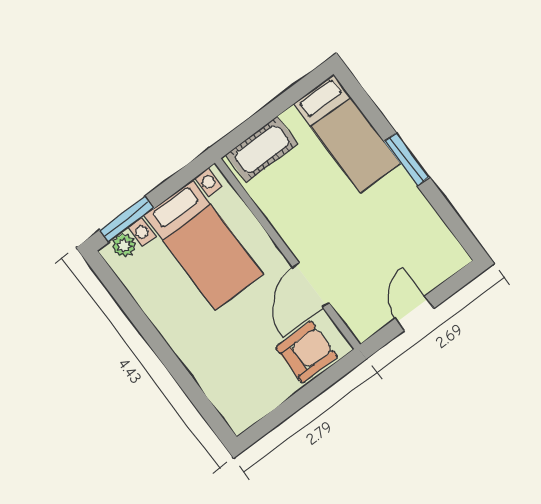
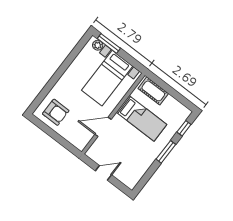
window: (365, 104) -> (184, 128), added
bed: (347, 133) -> (142, 118), moved, turned -90
armchair: (307, 352) -> (56, 112), moved

